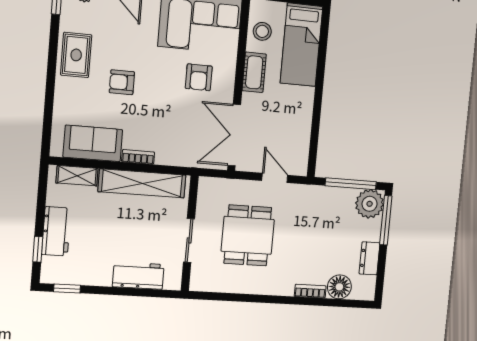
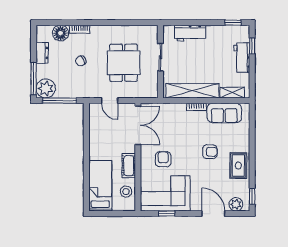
chair: (313, 243) -> (81, 61), added

